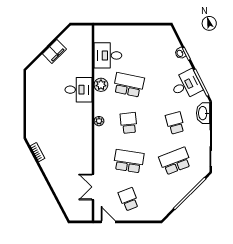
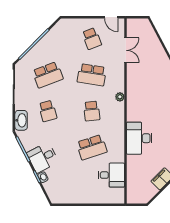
plant: (101, 85) -> (118, 147), removed
school desk: (129, 85) -> (92, 147), turned -30
desk: (186, 85) -> (43, 158), moved
desk: (79, 90) -> (139, 138), width x1.37
plant: (99, 121) -> (120, 97), moved

